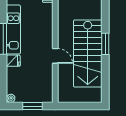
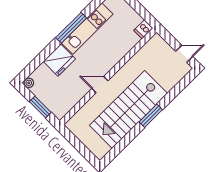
door: (55, 56) -> (100, 85), swing flipped
fridge: (13, 61) -> (59, 60), width x1.88, depth x1.34

